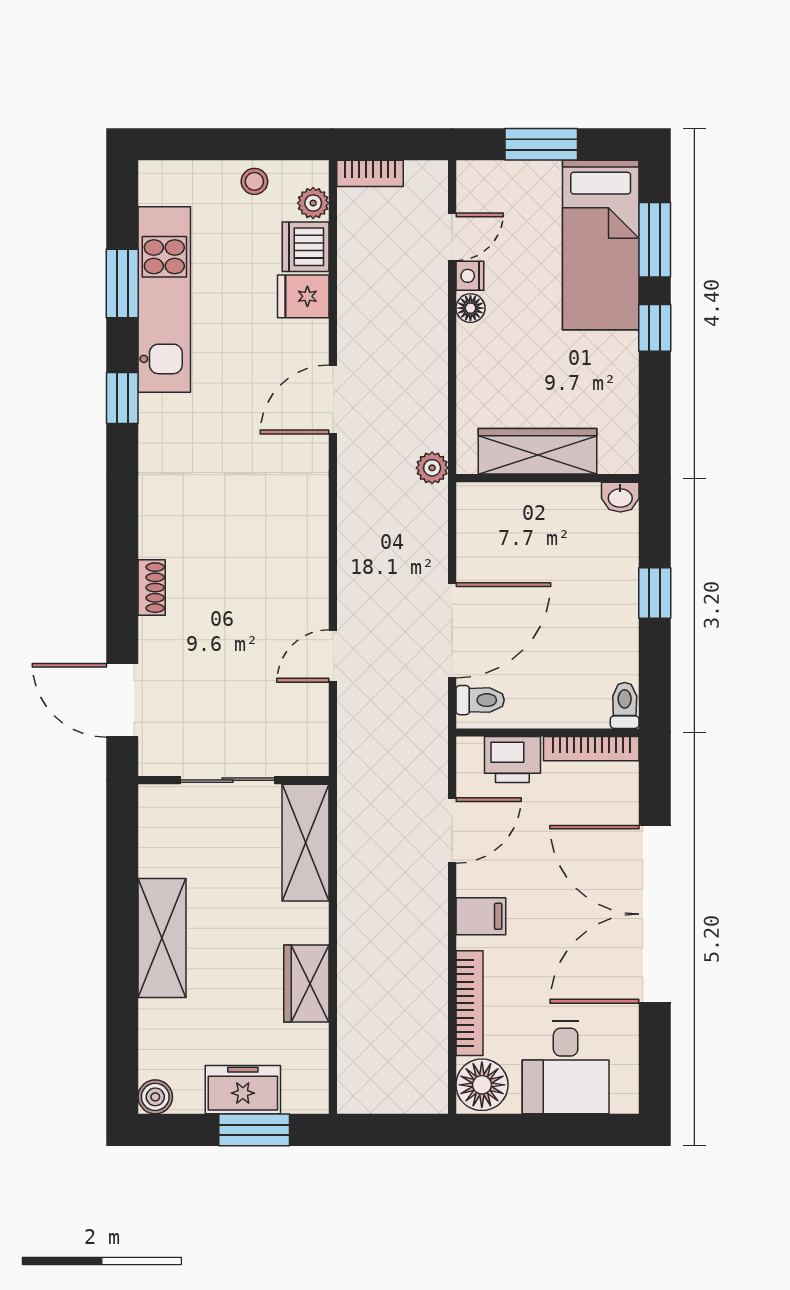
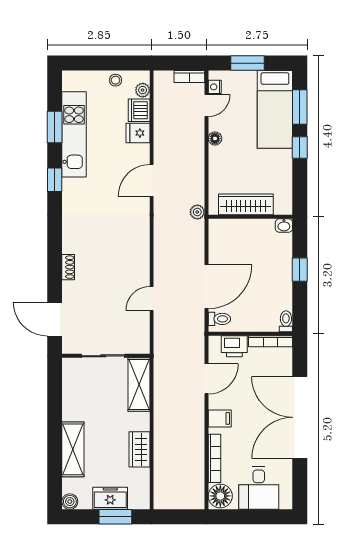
bookcase: (370, 173) -> (189, 76), moved
nightstand: (470, 276) -> (215, 87), moved
shelving: (162, 938) -> (73, 449), moved

